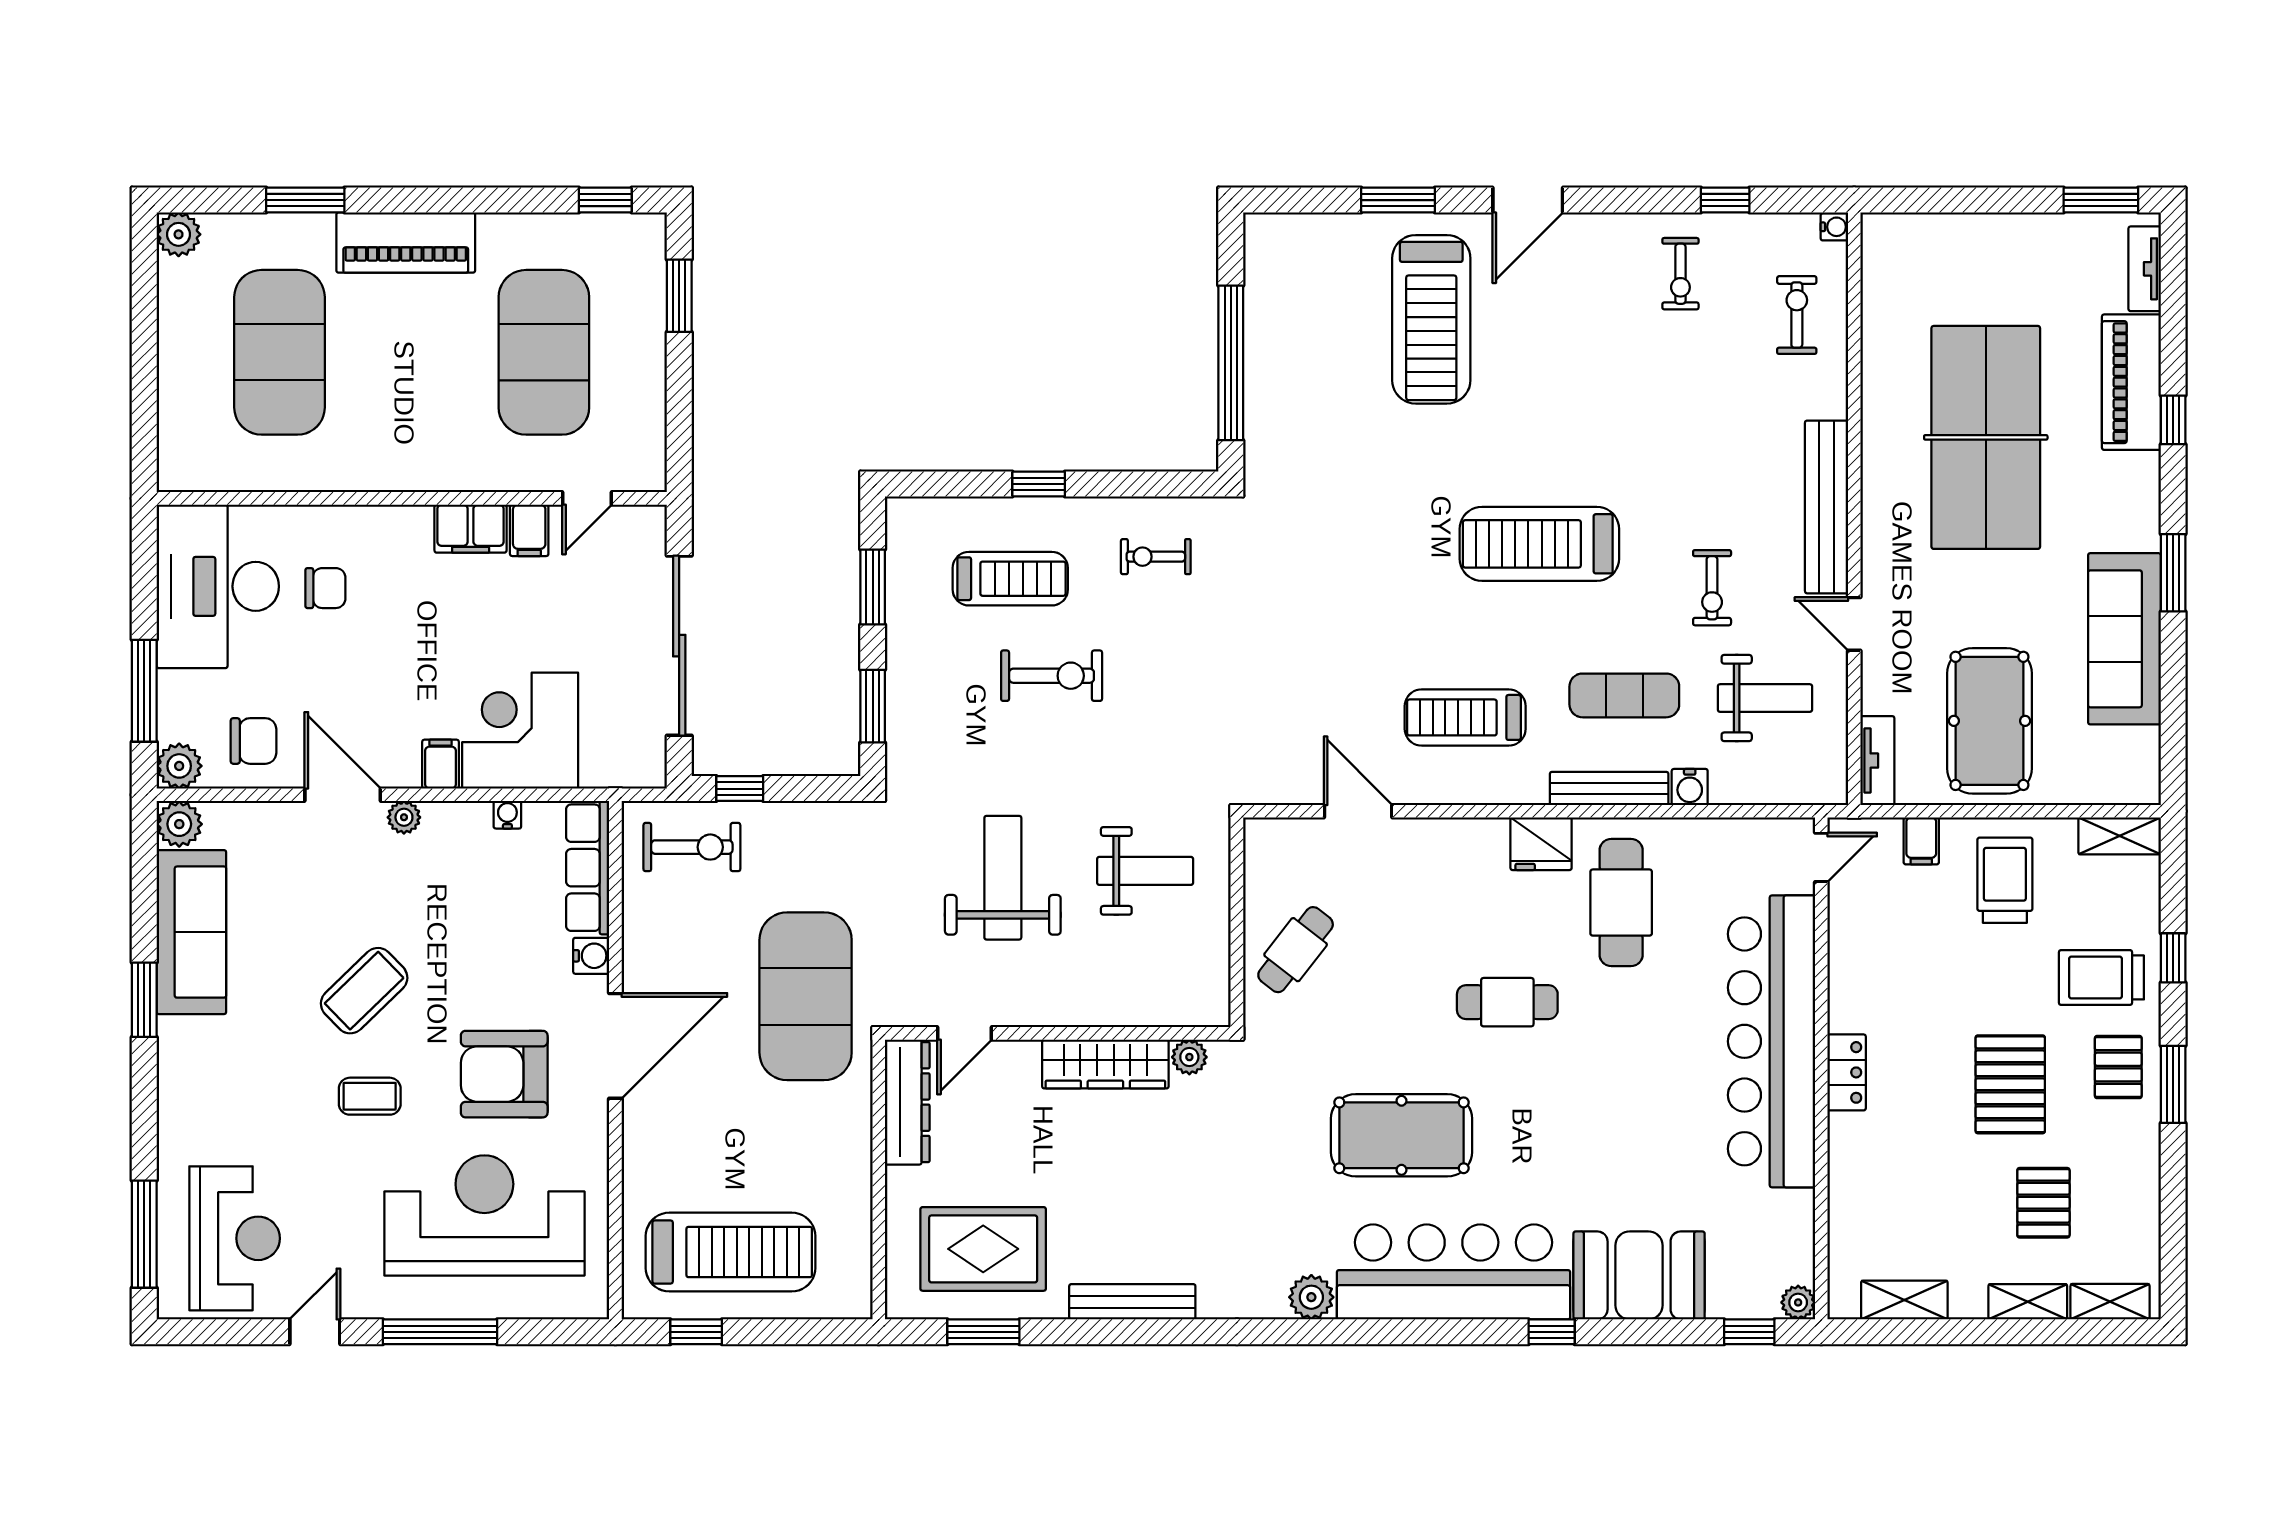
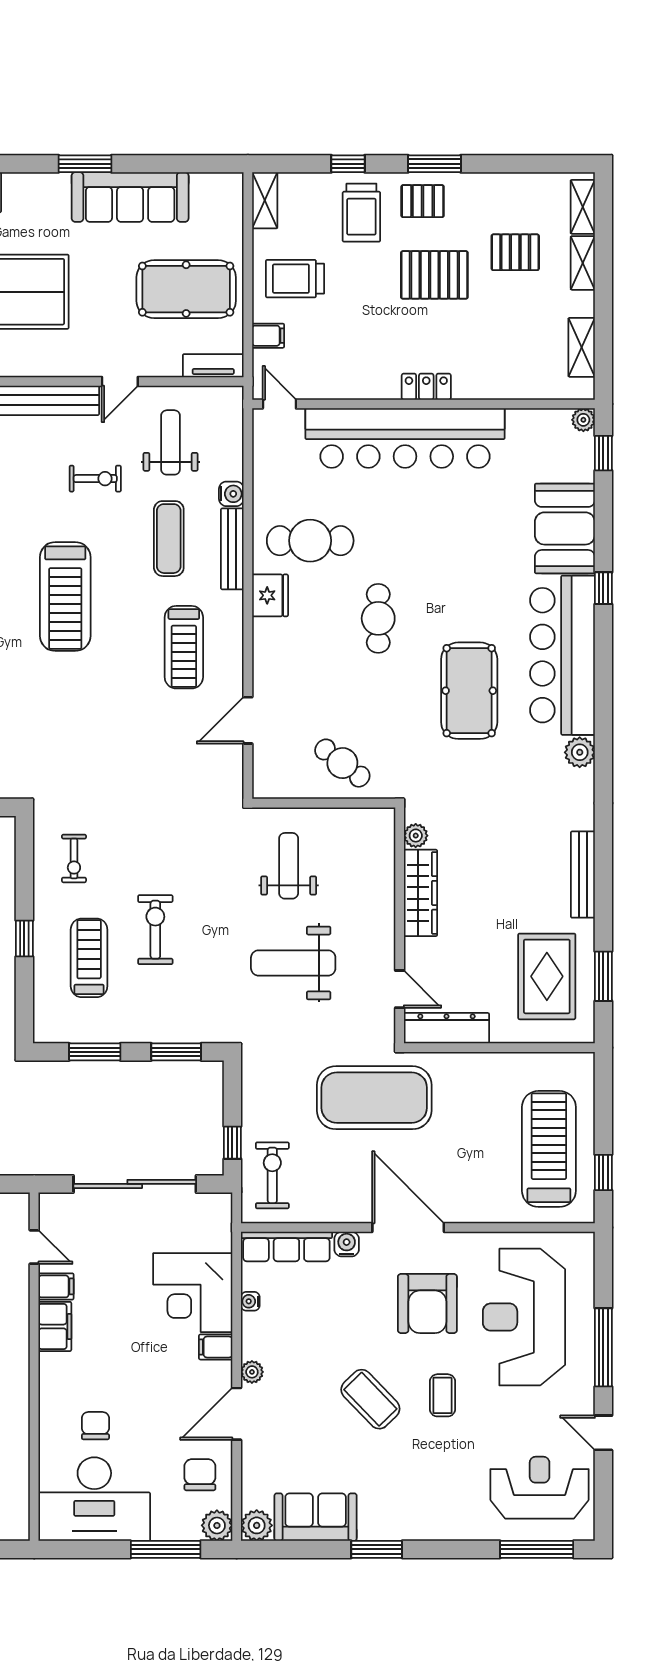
sofa: (191, 932) -> (316, 1517), width x0.73

